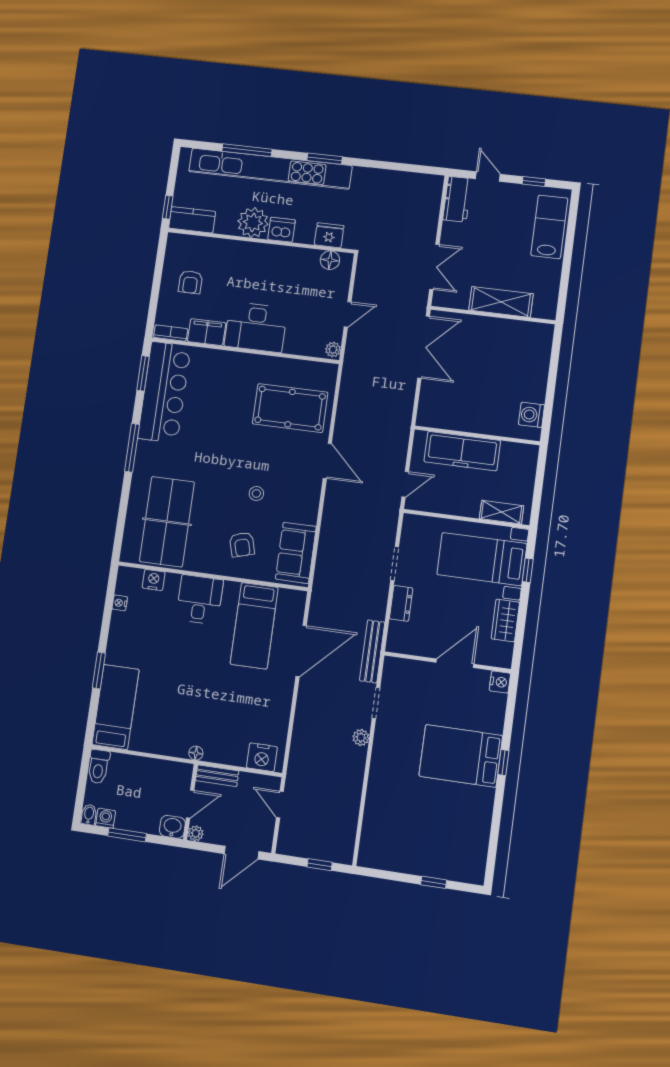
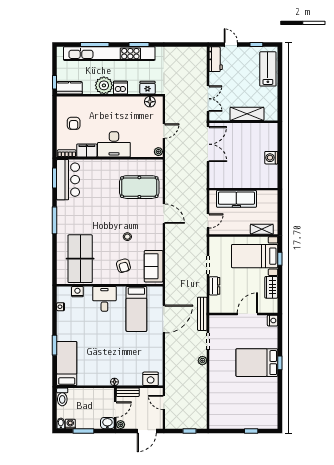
bar counter: (164, 392) -> (68, 180), width x0.73
washing machine: (531, 415) -> (271, 158), moved

